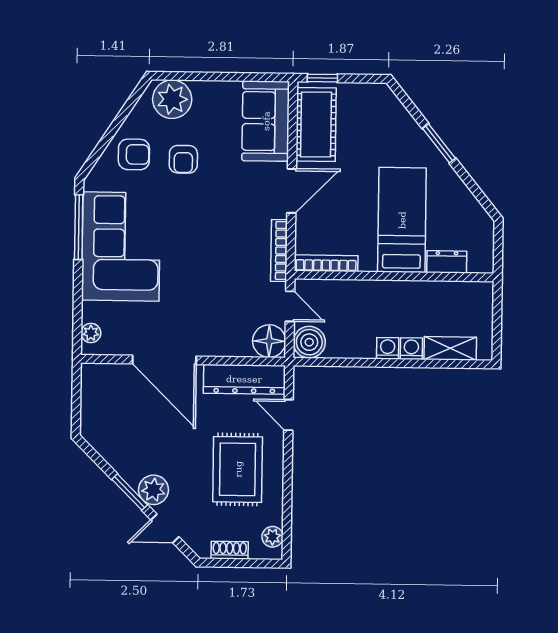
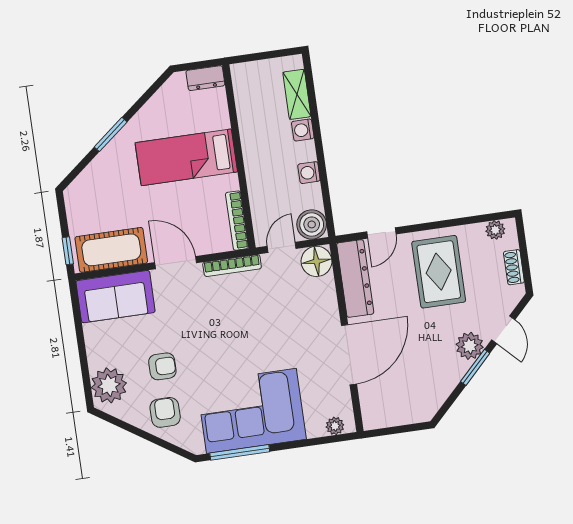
dresser: (447, 262) -> (205, 78), moved, turned -90
washing machine: (388, 348) -> (309, 173), moved
rug: (238, 469) -> (439, 272), turned 90

